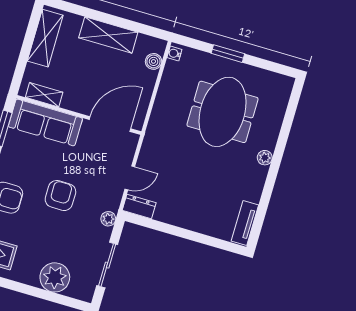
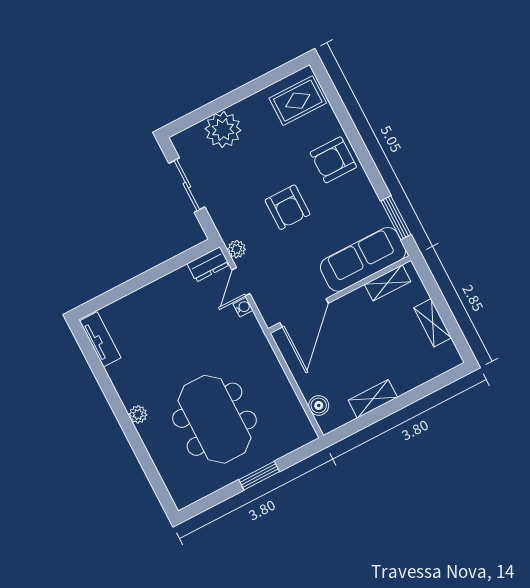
shelving: (108, 35) -> (373, 399), width x0.67, depth x0.75
shelving: (45, 38) -> (433, 323), width x0.67, depth x0.75
water cooler: (174, 54) -> (243, 307), moved
plant: (108, 219) -> (237, 249), moved

